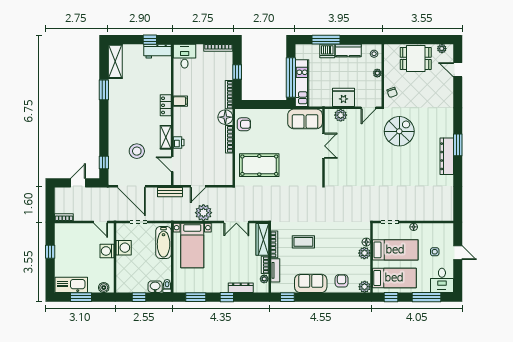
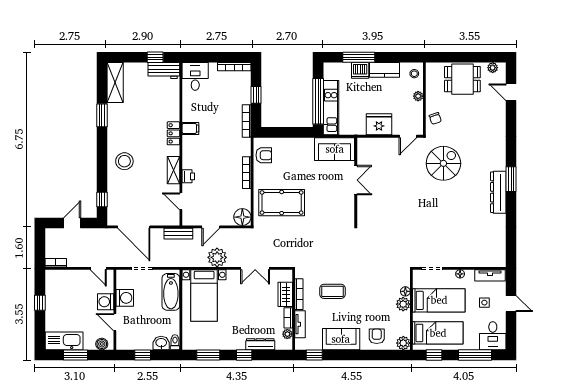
plant: (341, 115) -> (376, 145), removed
floor lamp: (225, 117) -> (242, 217), moved
stool: (137, 151) -> (124, 161), moved
tv unit: (440, 228) -> (490, 275), added
wardrobe: (262, 239) -> (285, 294), width x0.67
door: (115, 269) -> (115, 322), added

